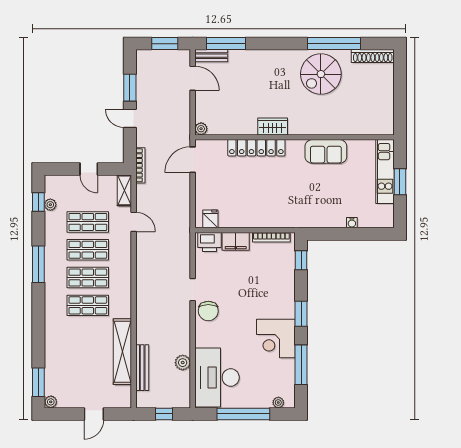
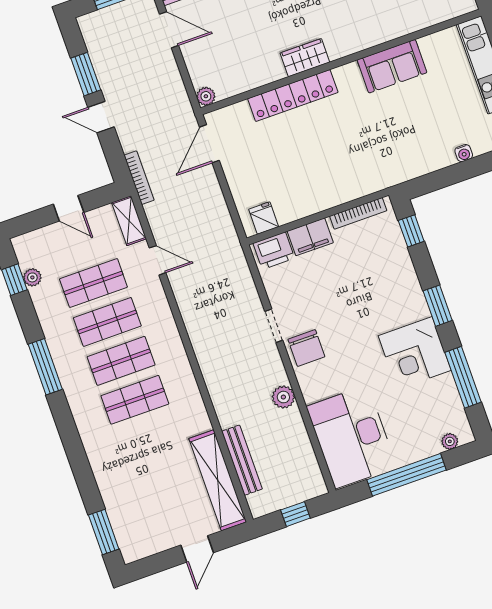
shelving: (122, 352) -> (218, 480), moved
plant: (183, 363) -> (283, 397), moved
plant: (51, 402) -> (131, 553), removed

